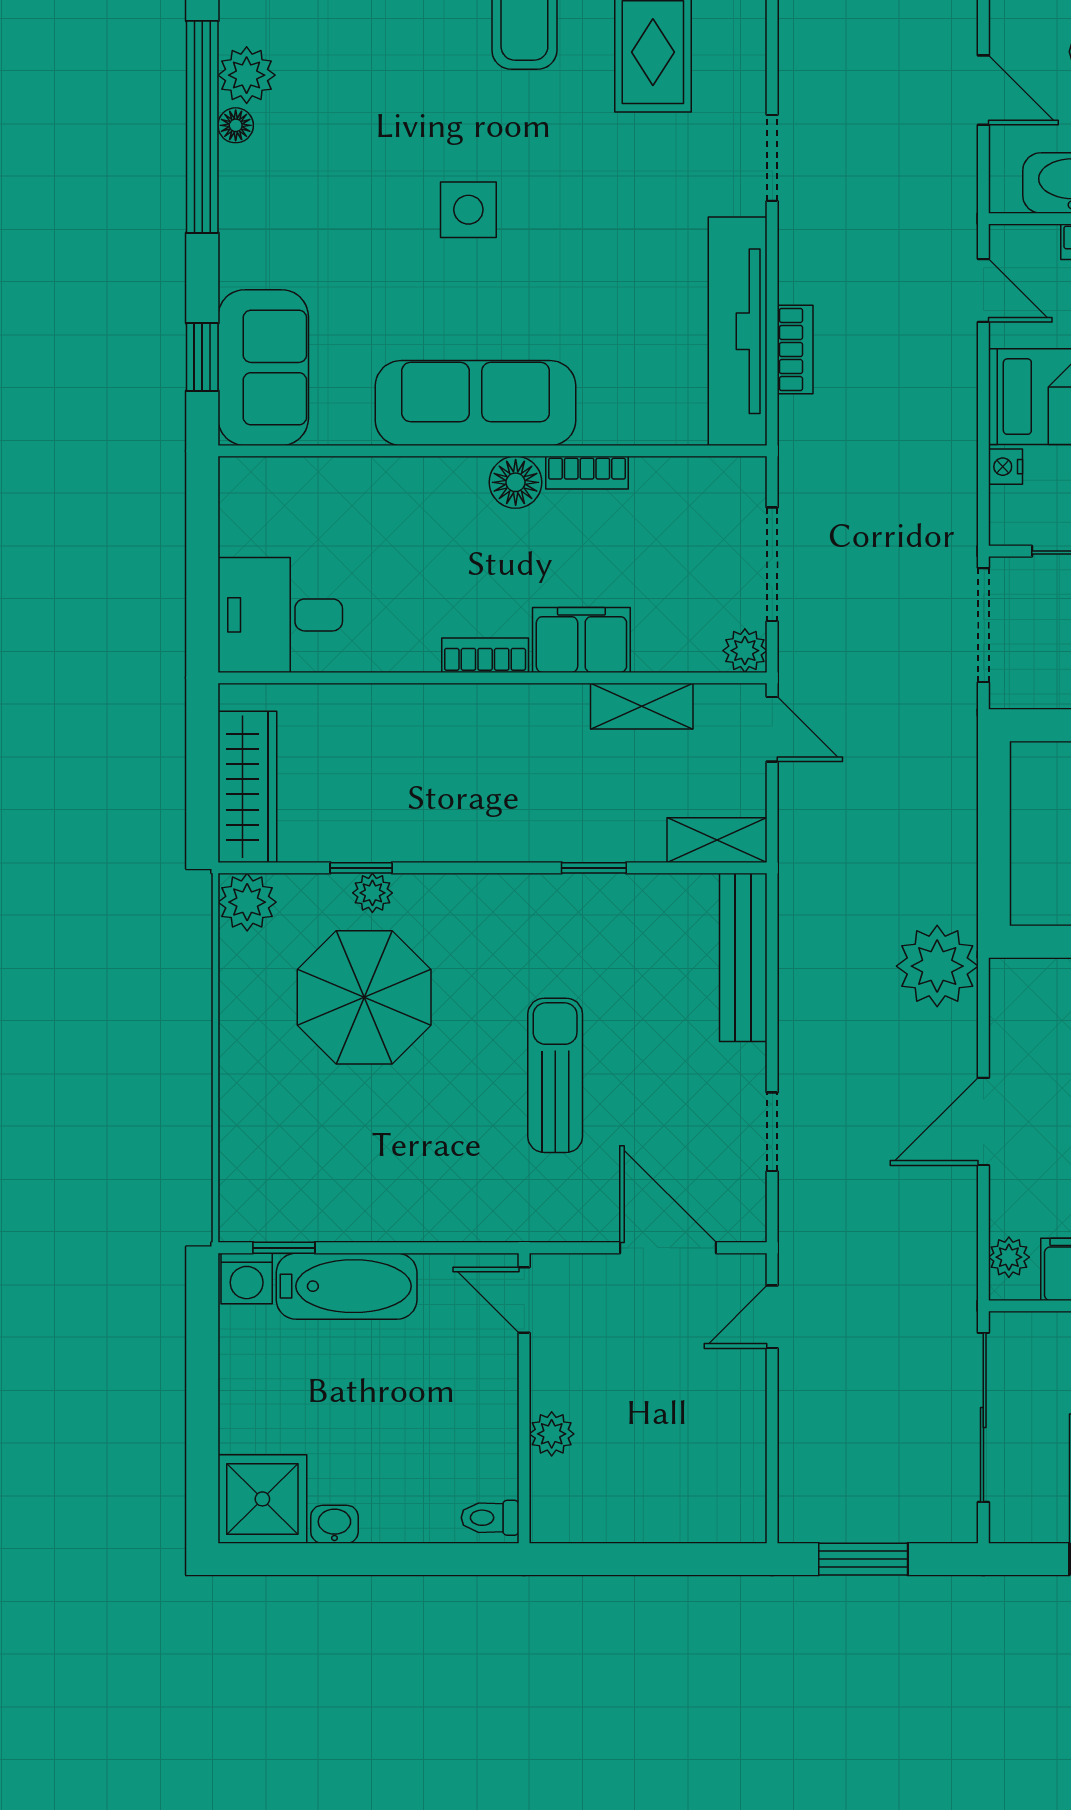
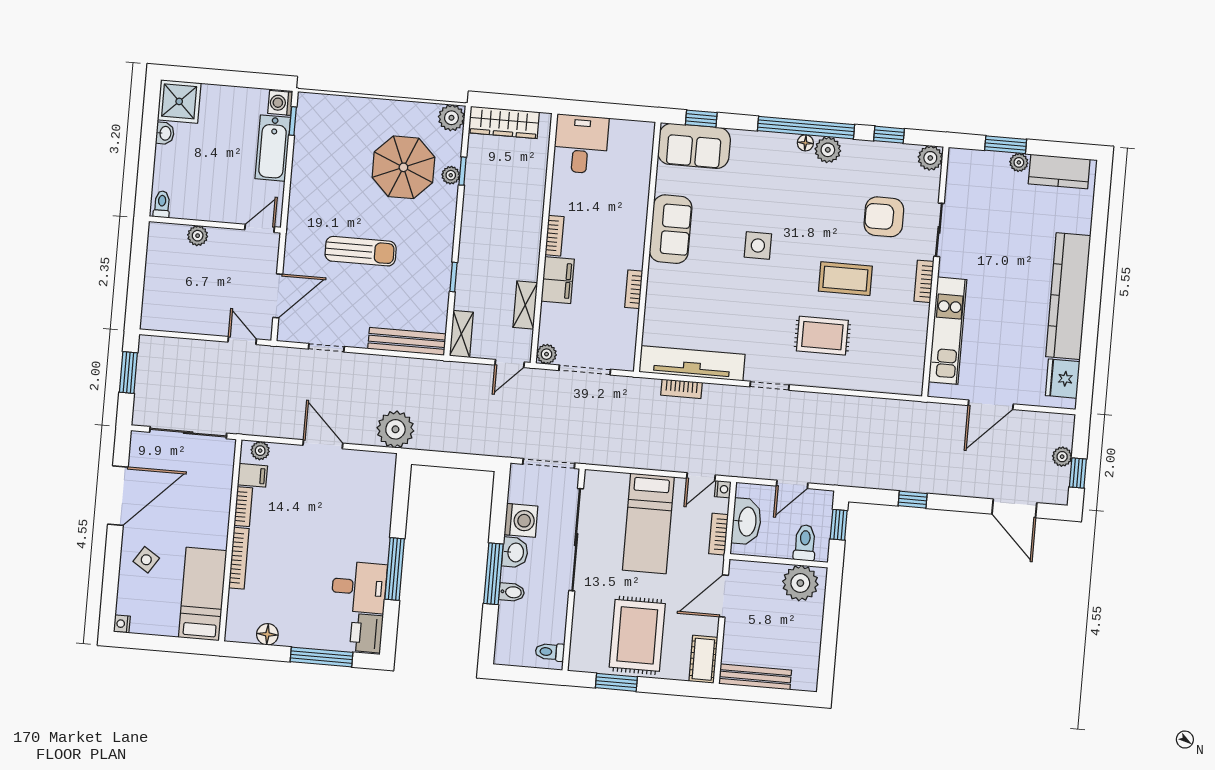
sofa: (476, 403) -> (671, 229), width x0.73
nightstand: (1005, 467) -> (723, 489), moved, turned 90
floor lamp: (516, 482) -> (632, 256), removed

